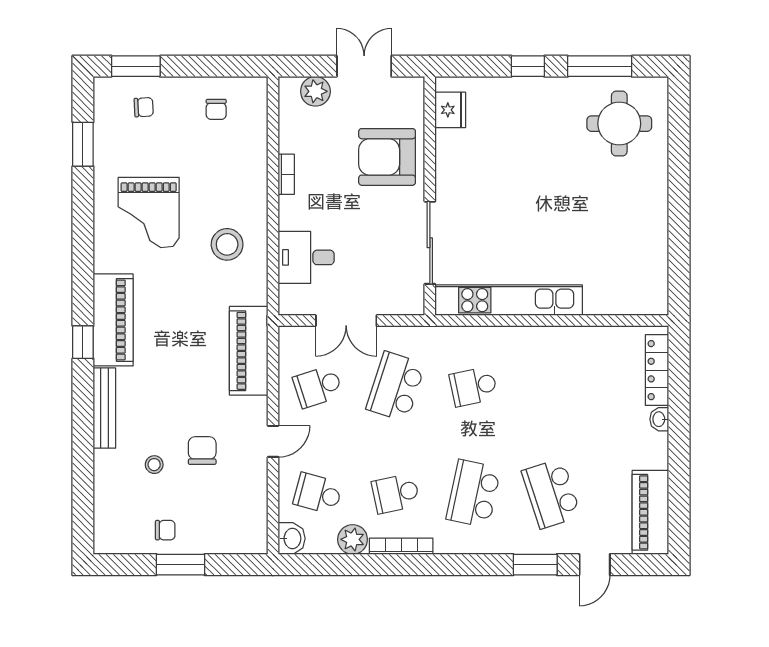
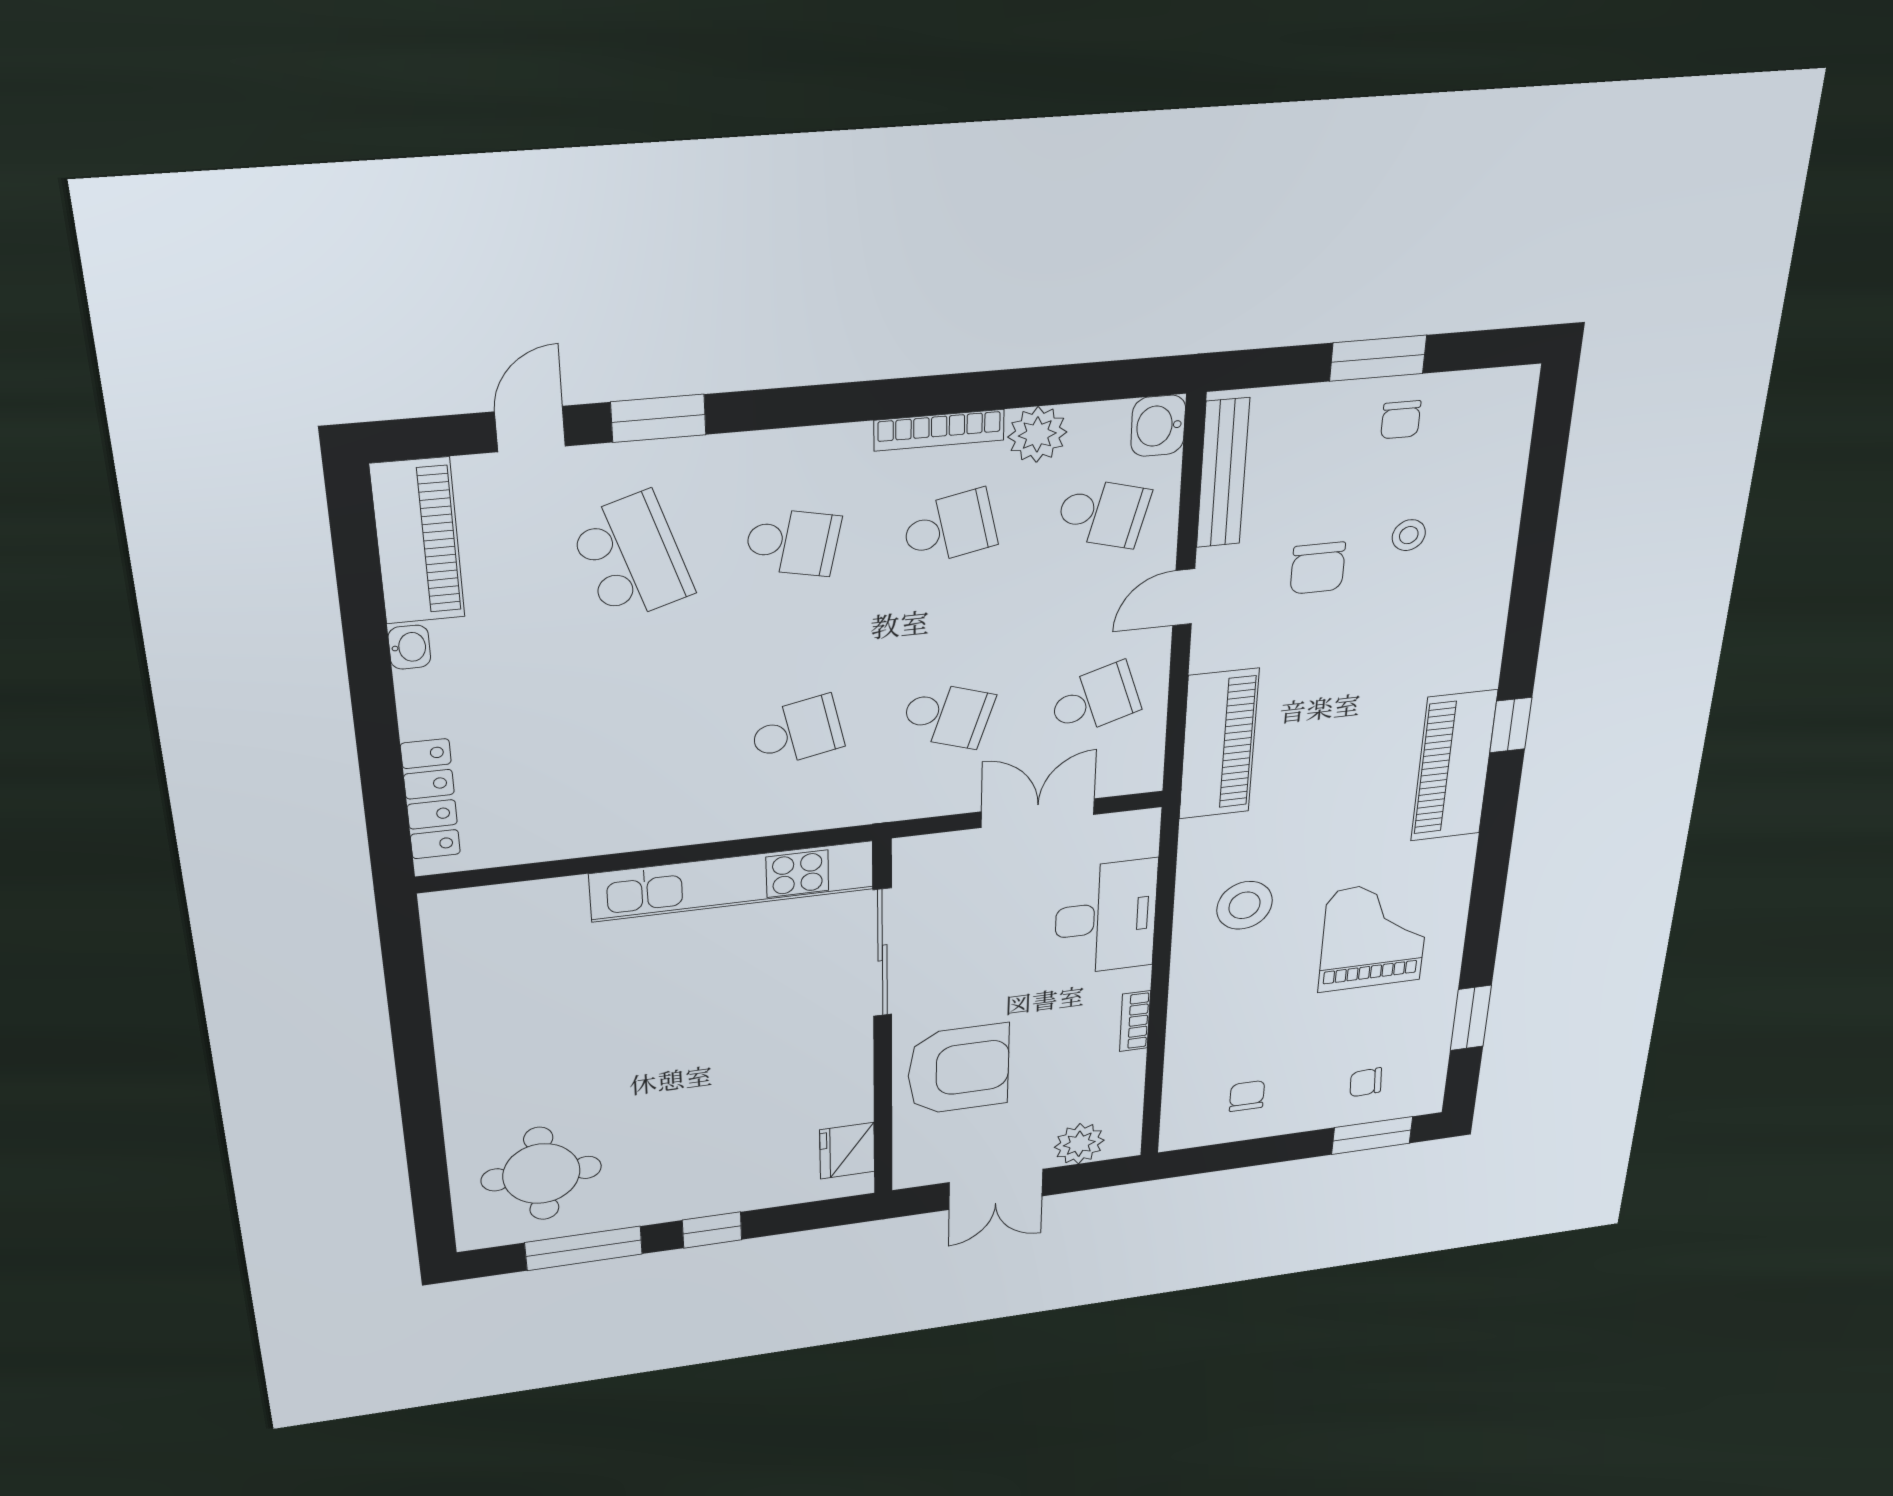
desk: (306, 257) -> (1106, 917), width x1.37
school desk: (396, 387) -> (947, 715), width x0.54
bench: (104, 408) -> (1223, 473), moved
washbasin: (659, 419) -> (409, 647), moved
school desk: (473, 494) -> (792, 542), width x0.54
chair: (165, 530) -> (1401, 420), turned -90

